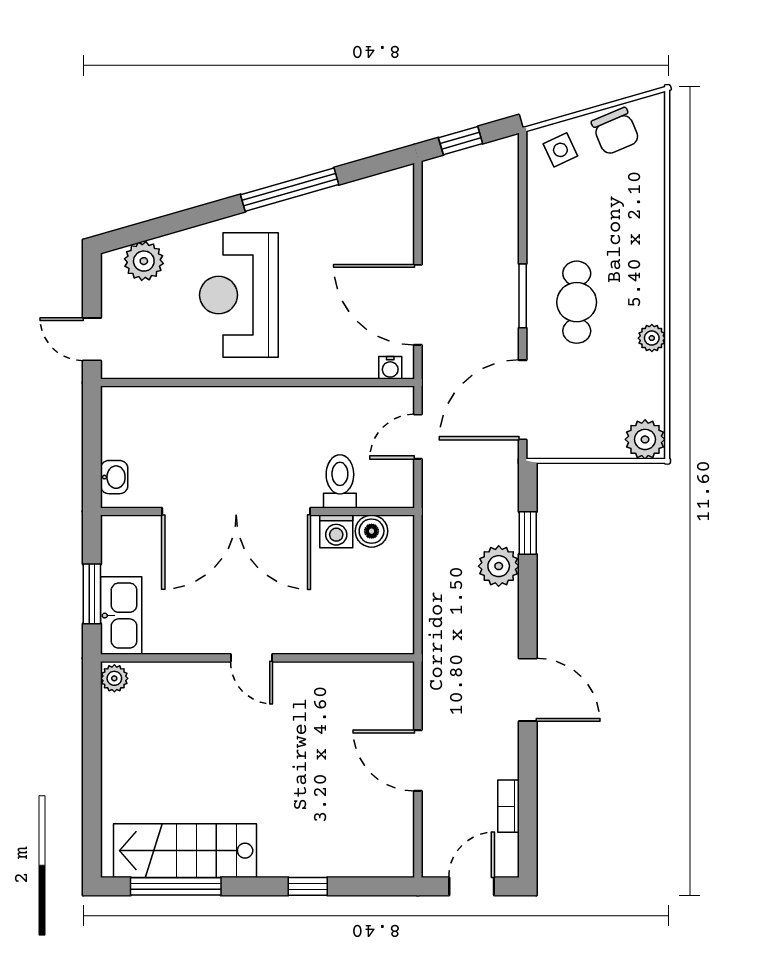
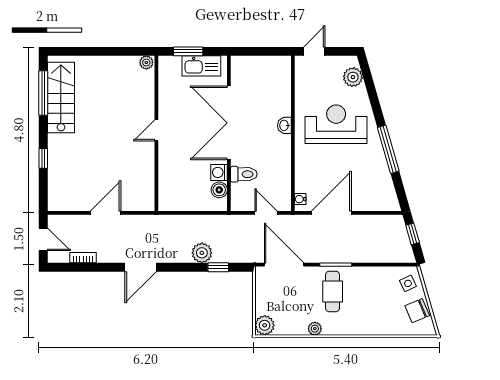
cafe table: (577, 302) -> (333, 291), turned 90
washbasin: (114, 477) -> (284, 125), moved, turned 90
kitchen sink: (121, 616) -> (201, 66), moved

